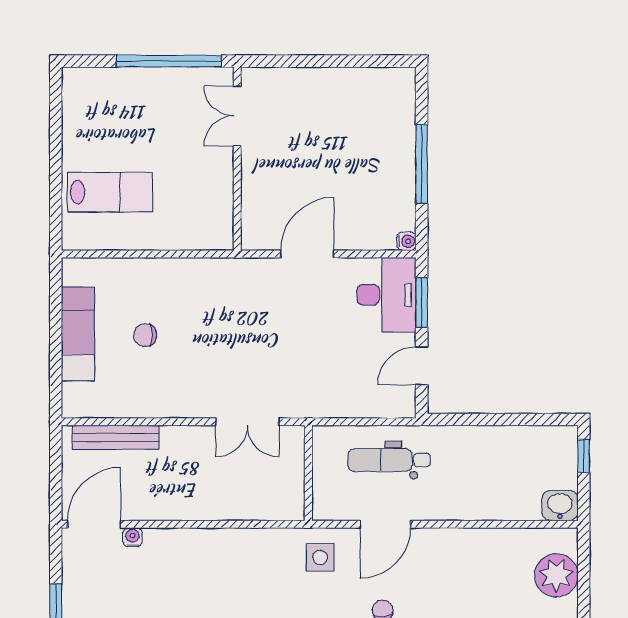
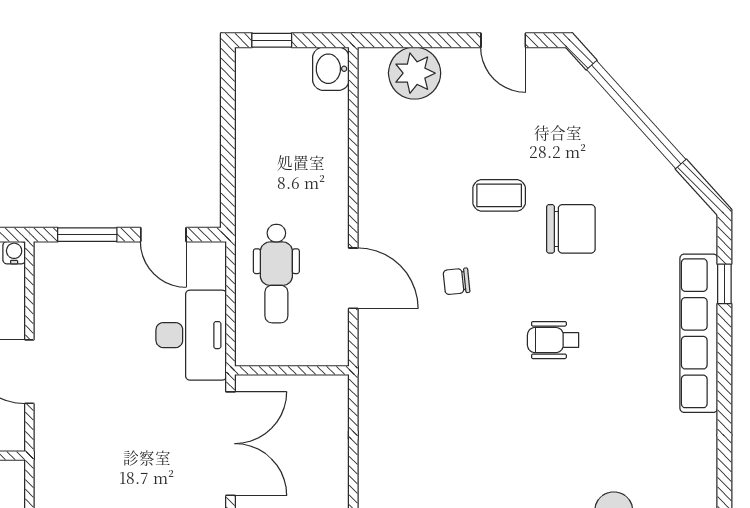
desk: (386, 295) -> (191, 335), moved, turned 90
double door: (247, 422) -> (231, 444), width x1.37
side table: (320, 557) -> (393, 356), removed

